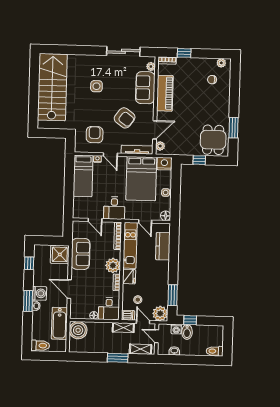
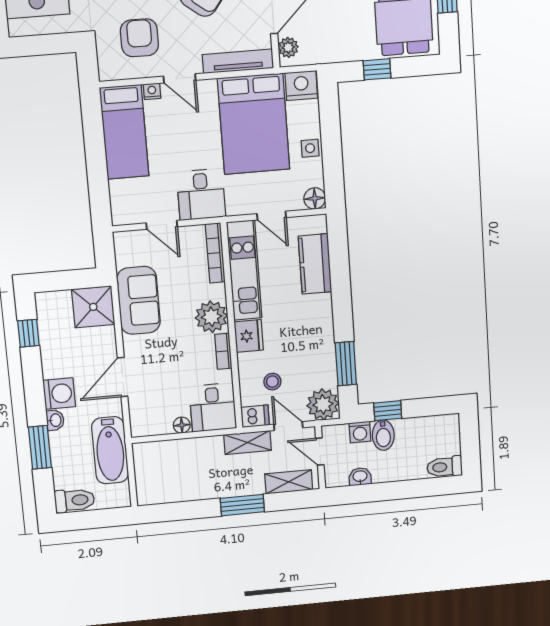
door: (69, 289) -> (123, 377), hinge flipped
window: (28, 301) -> (40, 447), moved
boiler: (78, 330) -> (152, 459), removed

